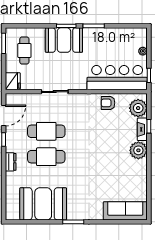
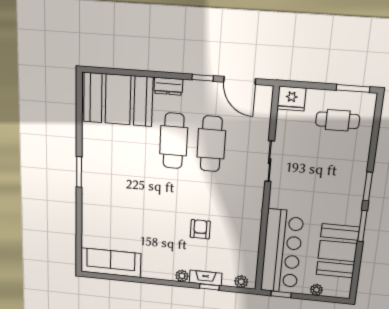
booth: (64, 40) -> (338, 251), moved
armchair: (108, 103) -> (200, 229), moved
plant: (138, 108) -> (241, 282), width x0.53, depth x0.53
plant: (138, 150) -> (182, 276), width x0.53, depth x0.53
booth: (43, 204) -> (118, 99), moved, turned 90
sofa: (125, 211) -> (111, 263), moved, turned -90

